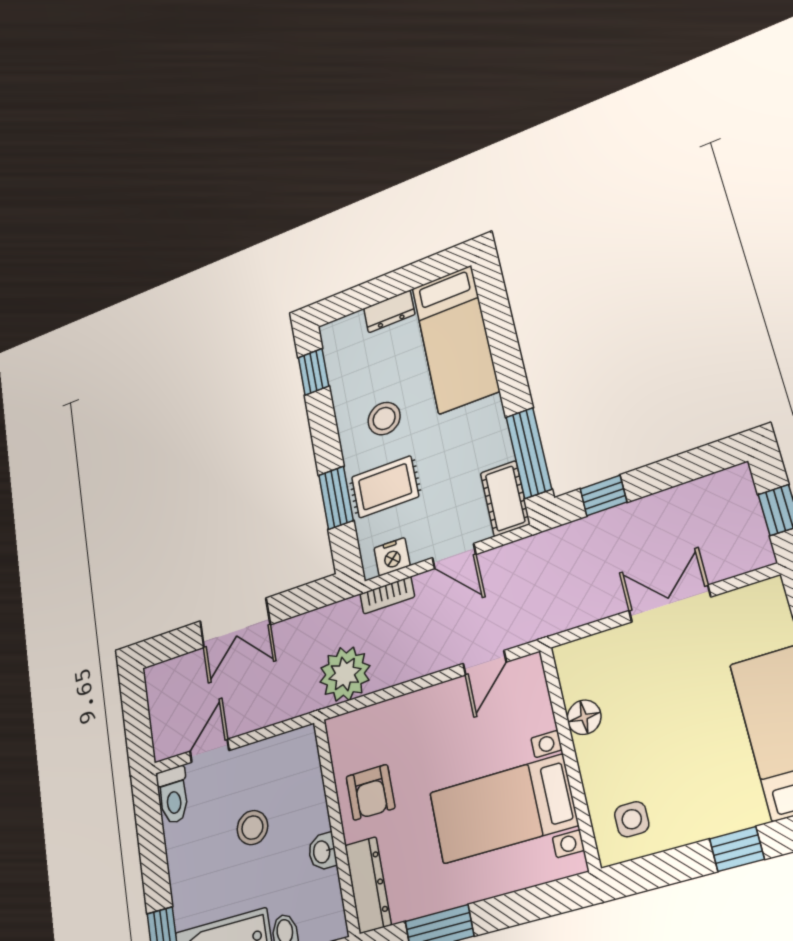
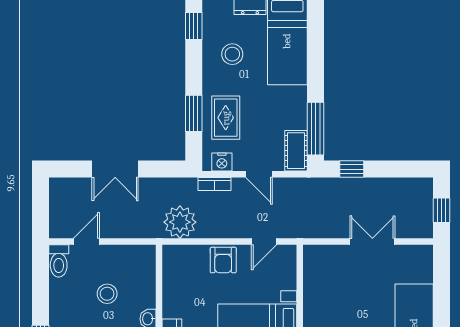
stool: (384, 419) -> (232, 54), moved
rug: (385, 487) -> (226, 118), turned 90
floor lamp: (584, 717) -> (312, 288), removed
armchair: (370, 792) -> (223, 260), moved

